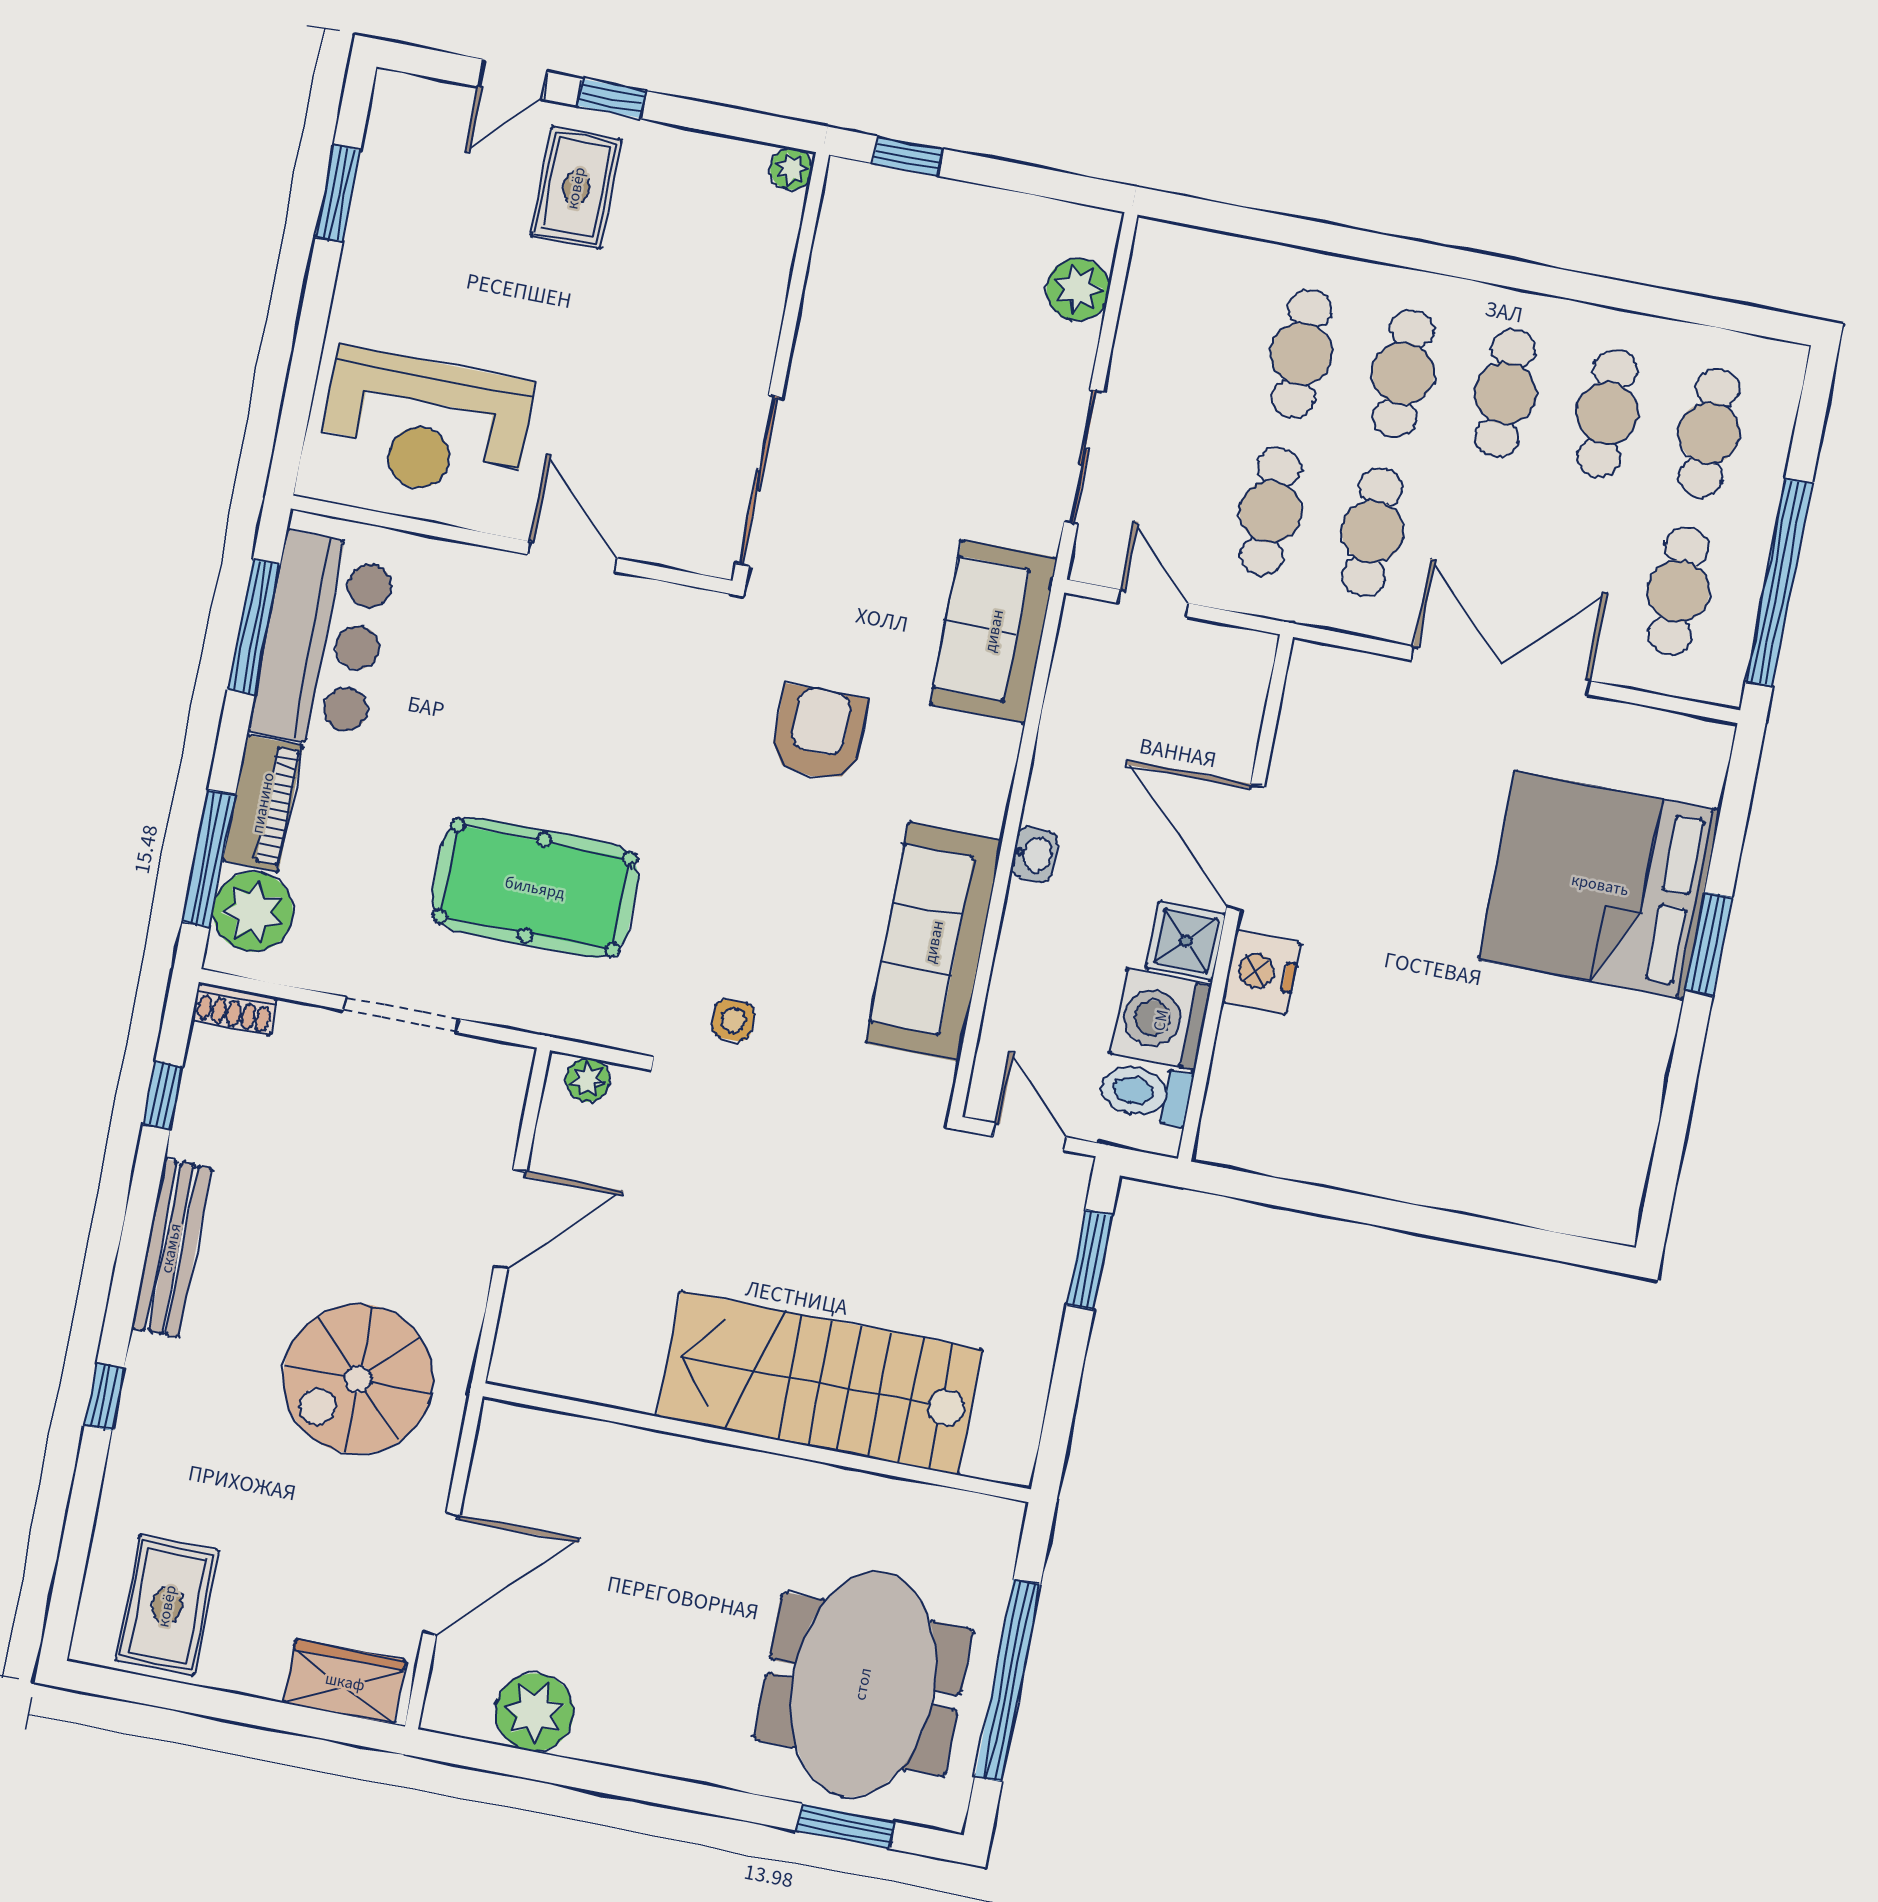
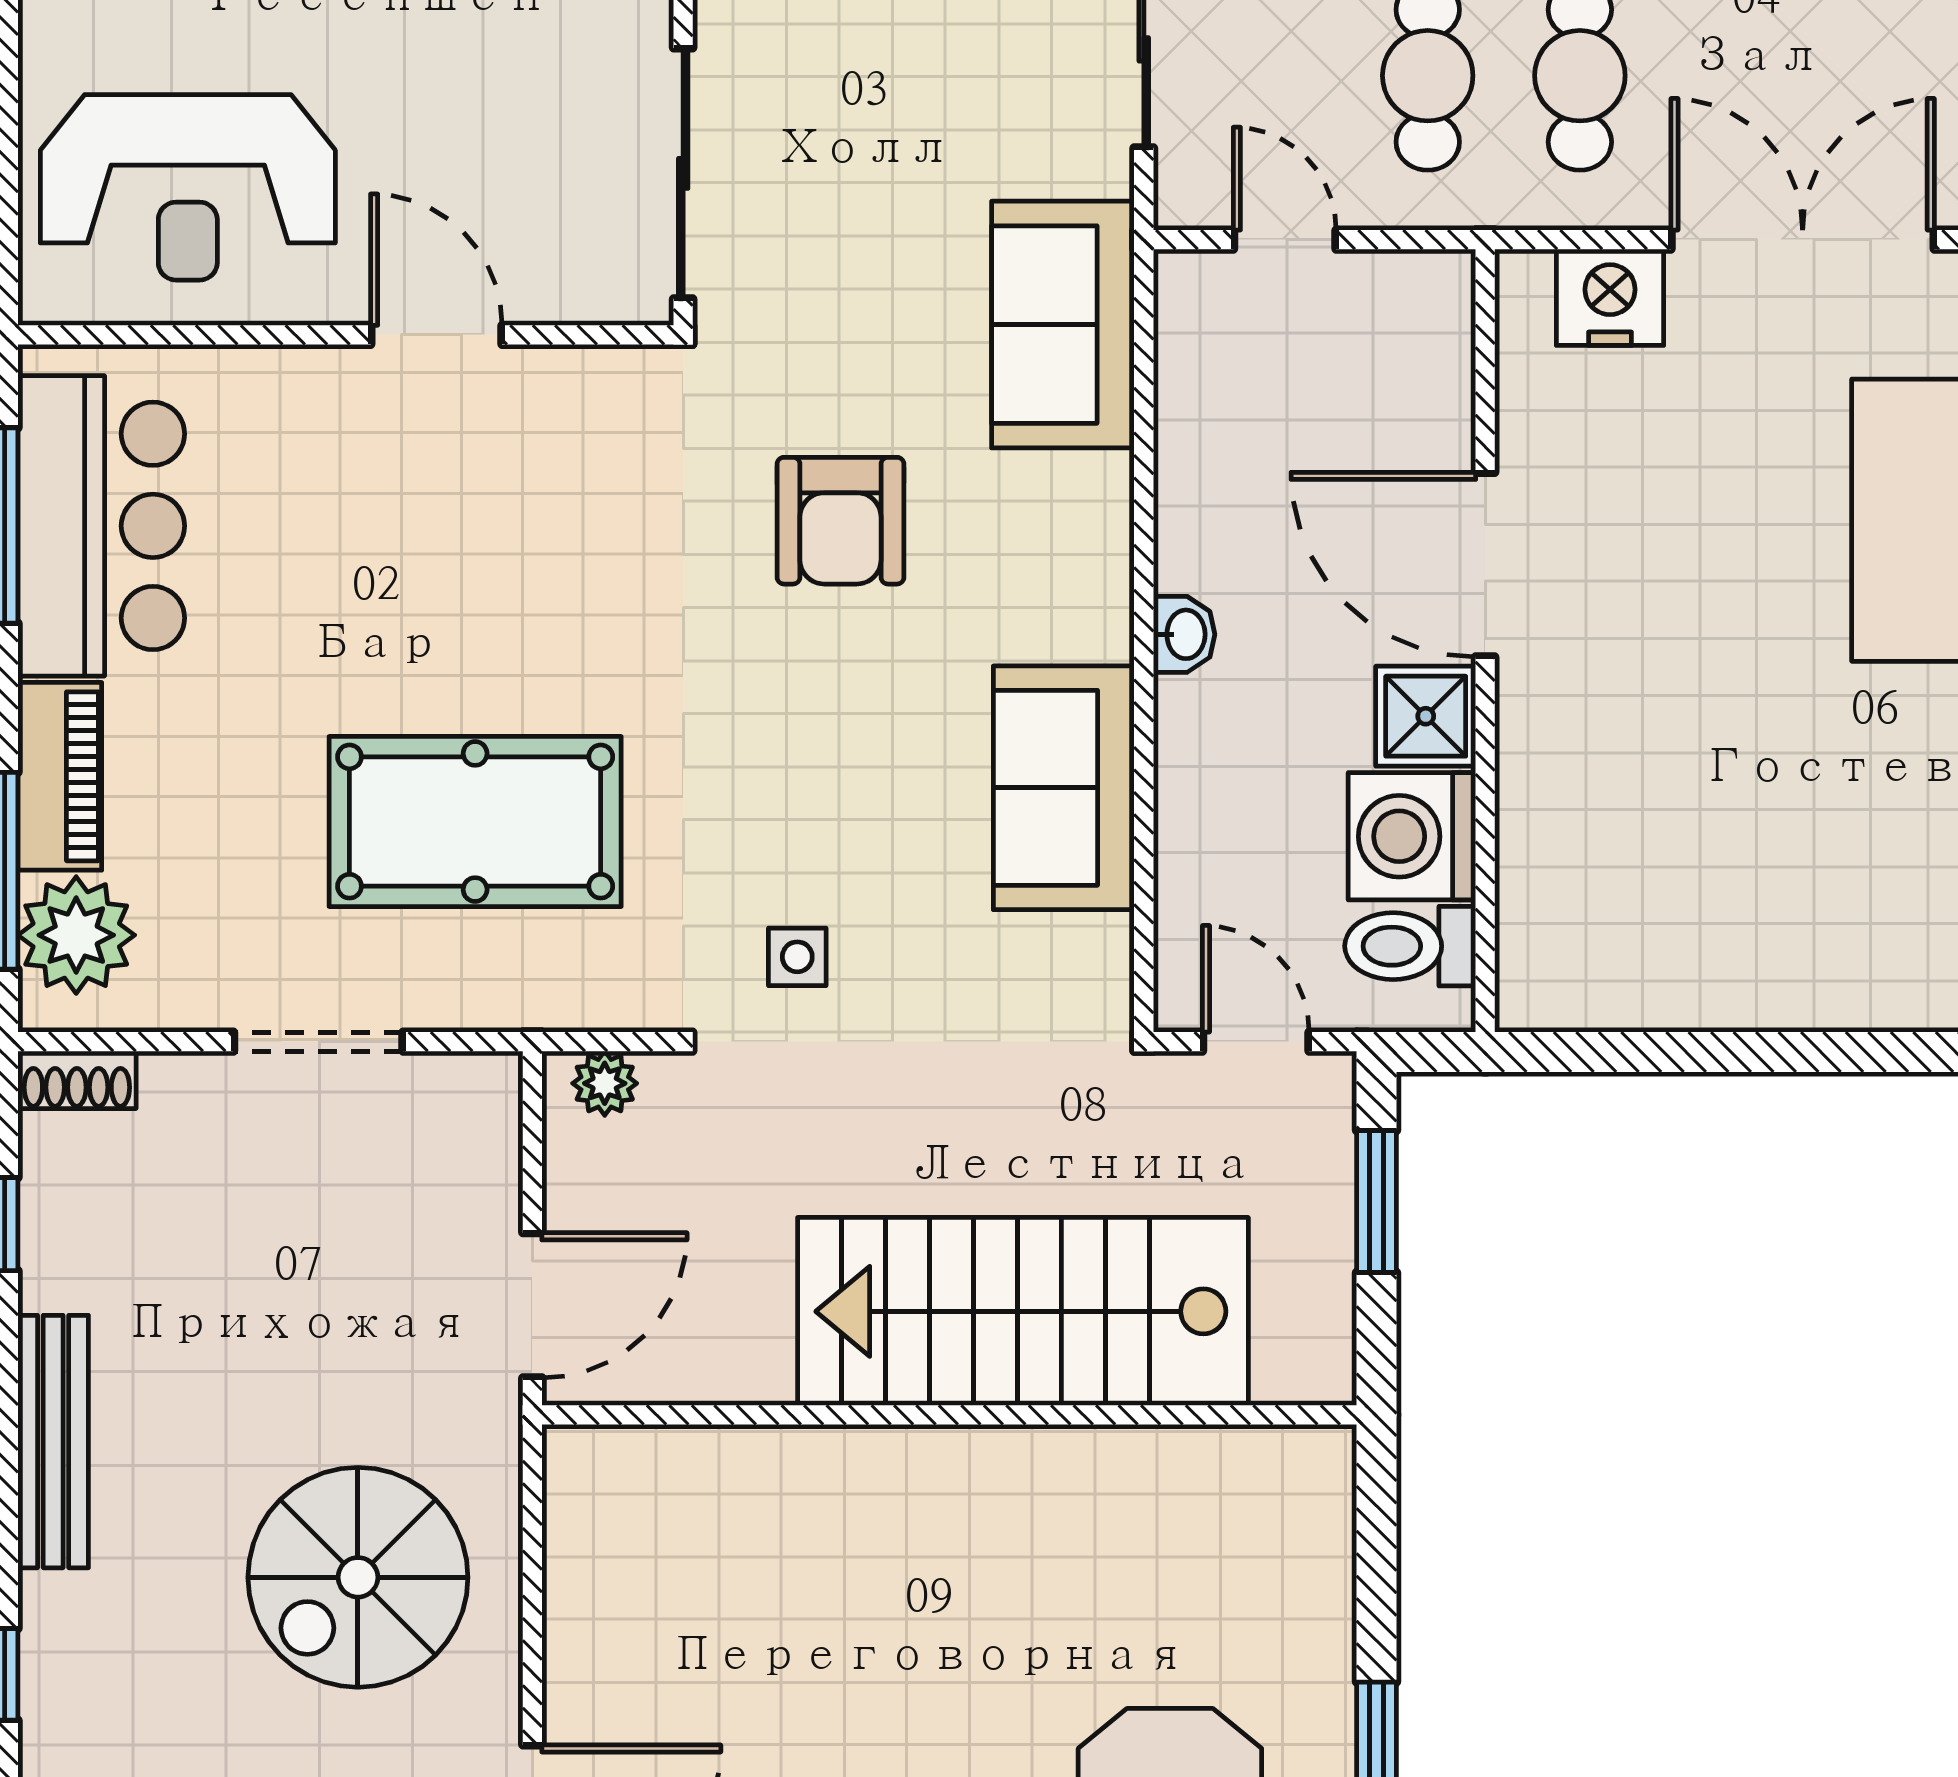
armchair: (819, 734) -> (840, 521), turned 180
sofa: (934, 942) -> (1064, 788), width x0.73
nightstand: (1261, 972) -> (1610, 297), moved, turned 90
stairs: (820, 1383) -> (1023, 1311), moved
wall: (757, 1443) -> (949, 1415), moved

